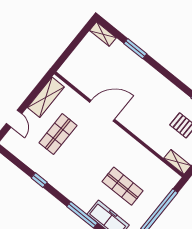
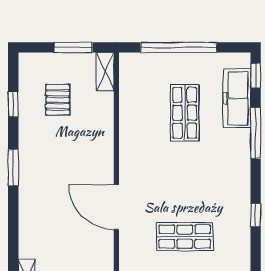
window: (135, 49) -> (13, 167), moved

